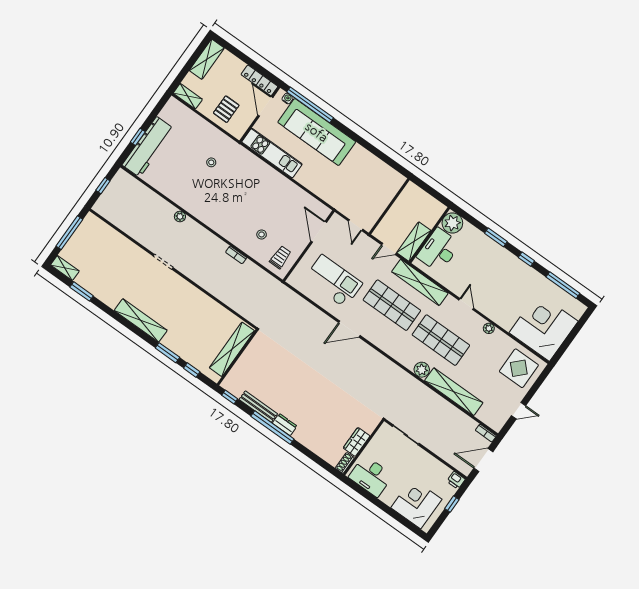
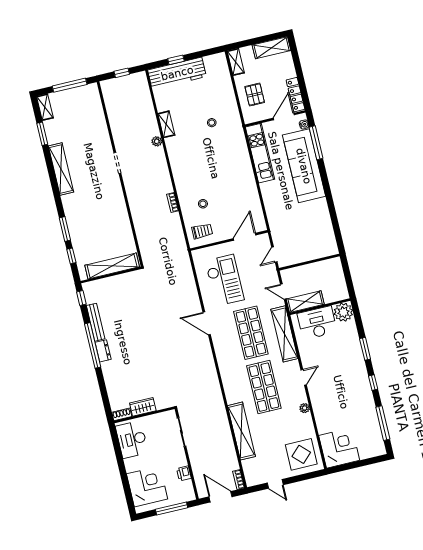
window: (310, 105) -> (316, 143), width x0.68
pallet: (226, 109) -> (255, 95), turned 90
shelving: (176, 196) -> (166, 124), added
shelving: (141, 320) -> (61, 169), moved
corner desk: (544, 327) -> (339, 448), width x0.74, depth x0.74
plant: (422, 370) -> (232, 396), removed
printer: (456, 480) -> (184, 473), moved
window: (452, 504) -> (172, 508), width x2.17

